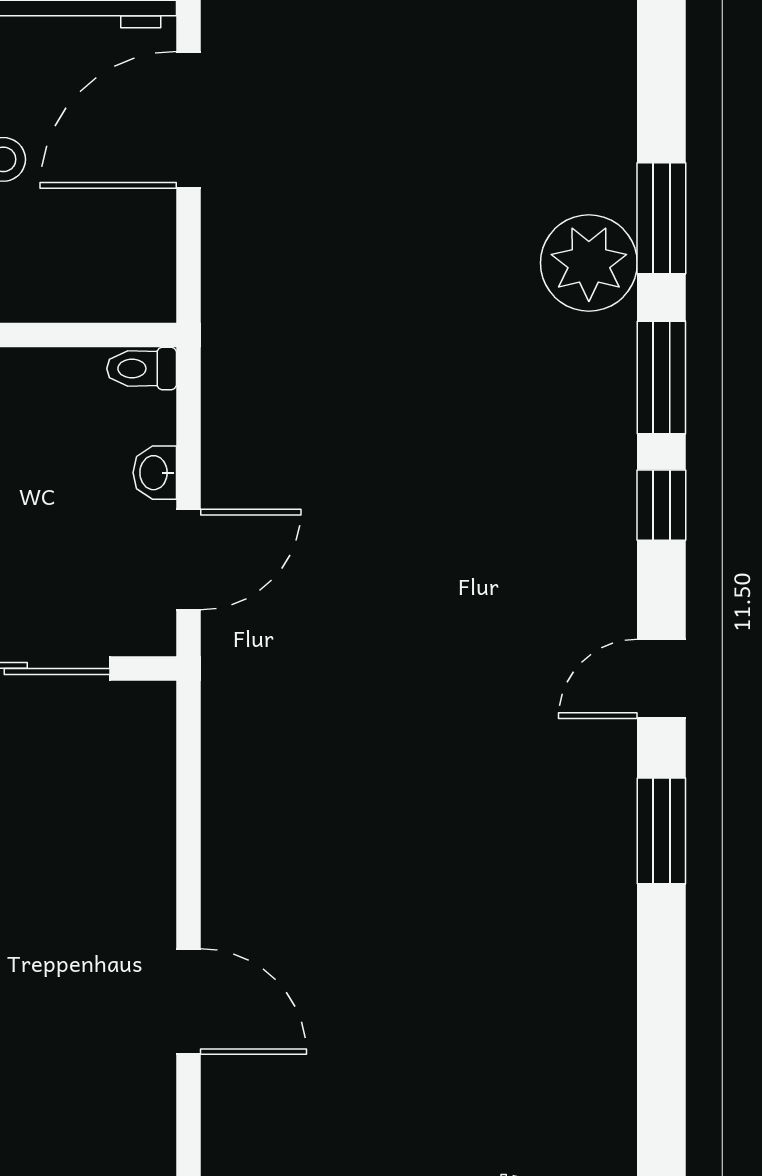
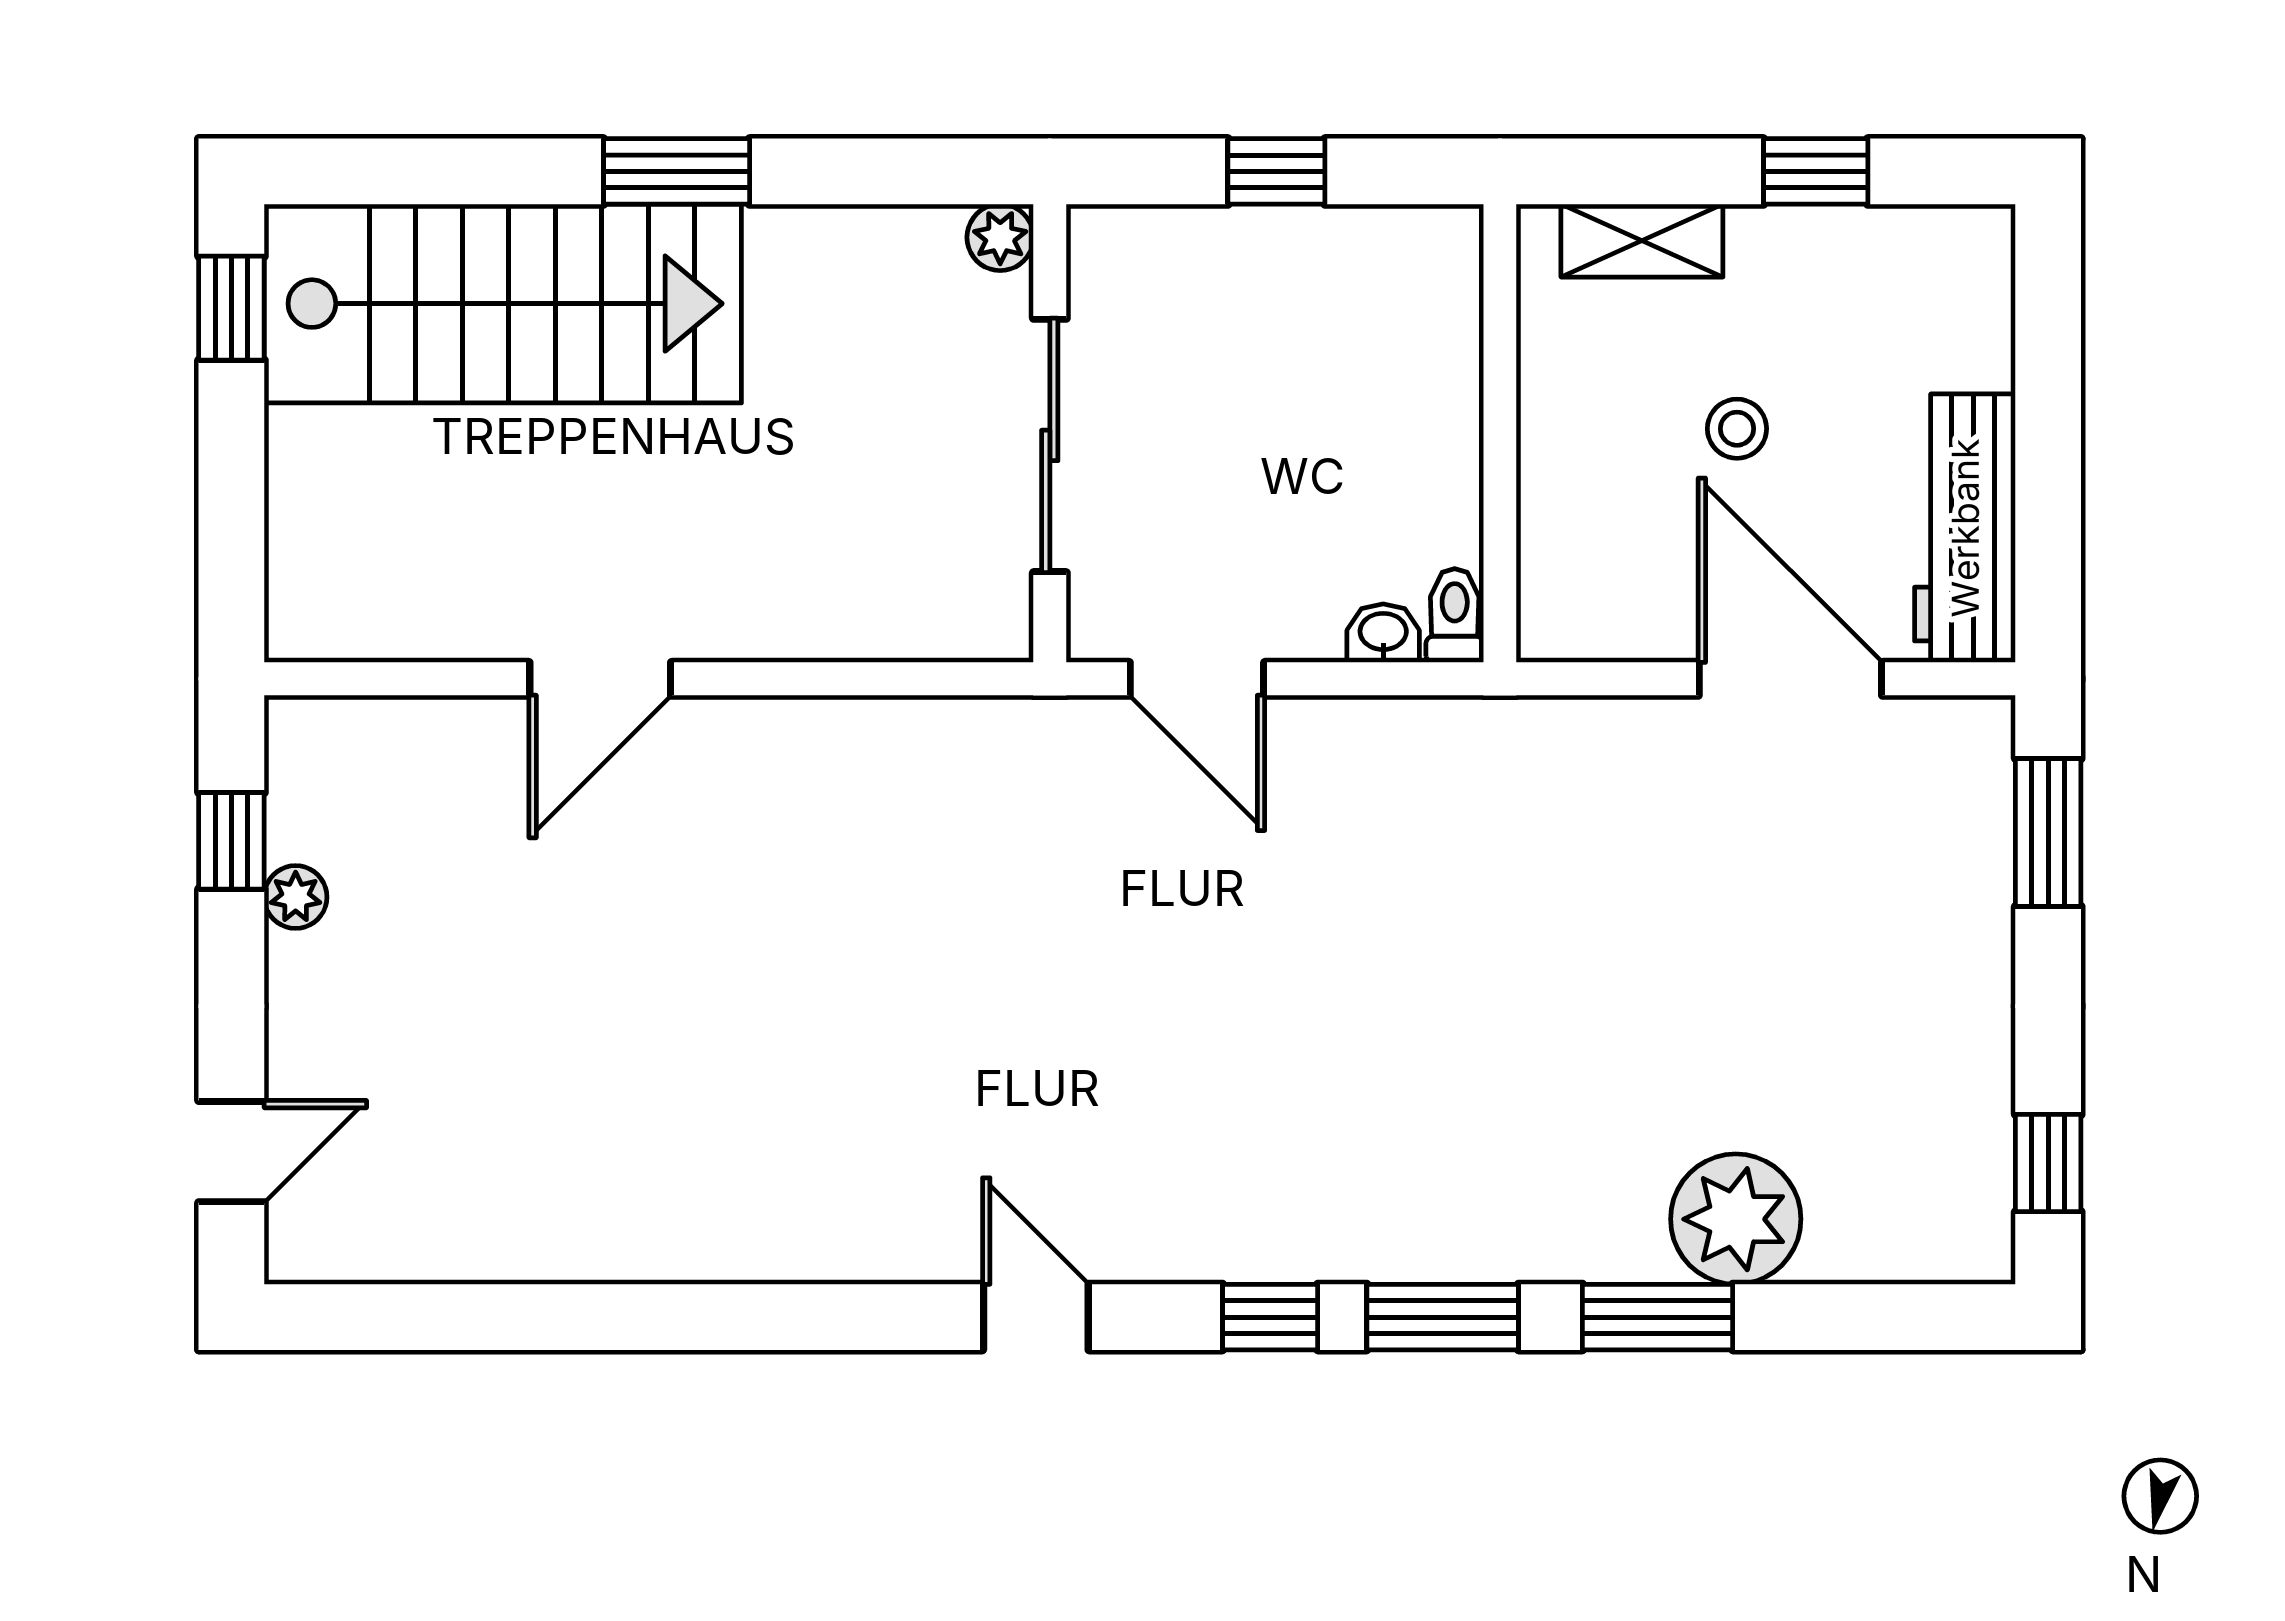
plant: (589, 263) -> (1736, 1219), moved
washbasin: (155, 473) -> (1383, 633), moved
window: (661, 831) -> (831, 1317), removed

